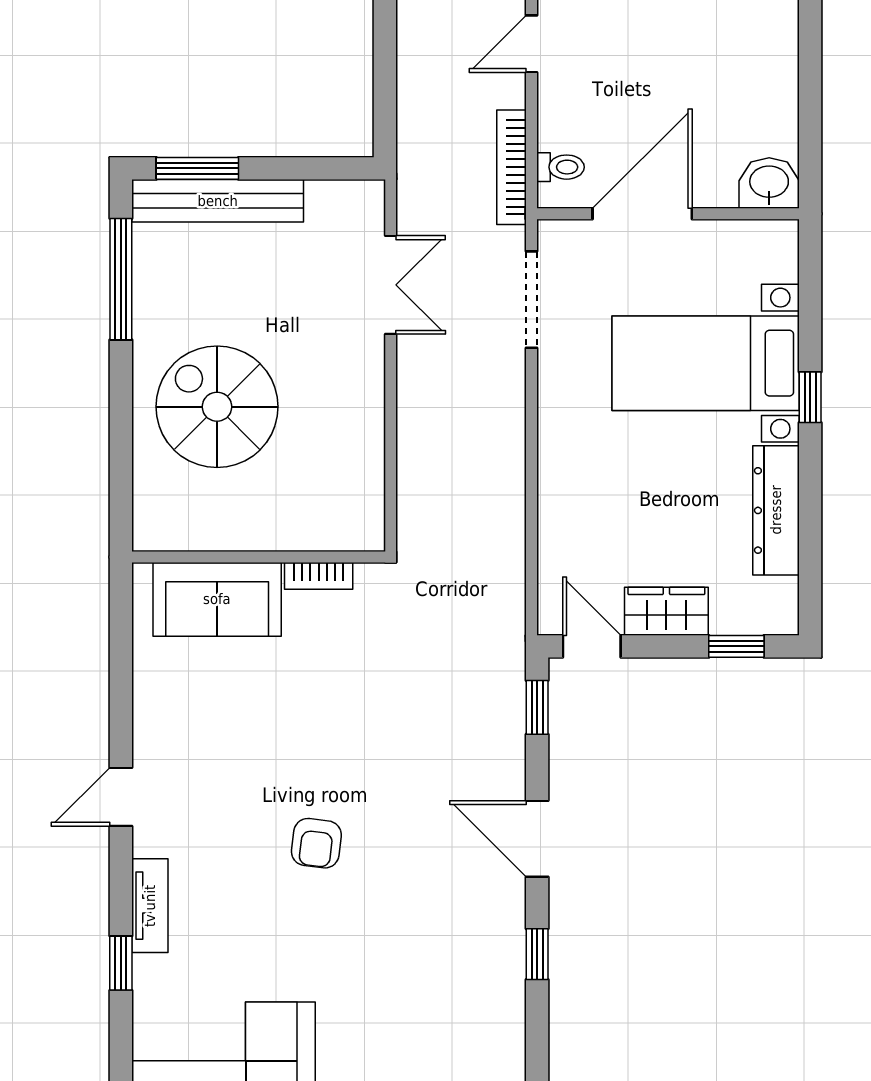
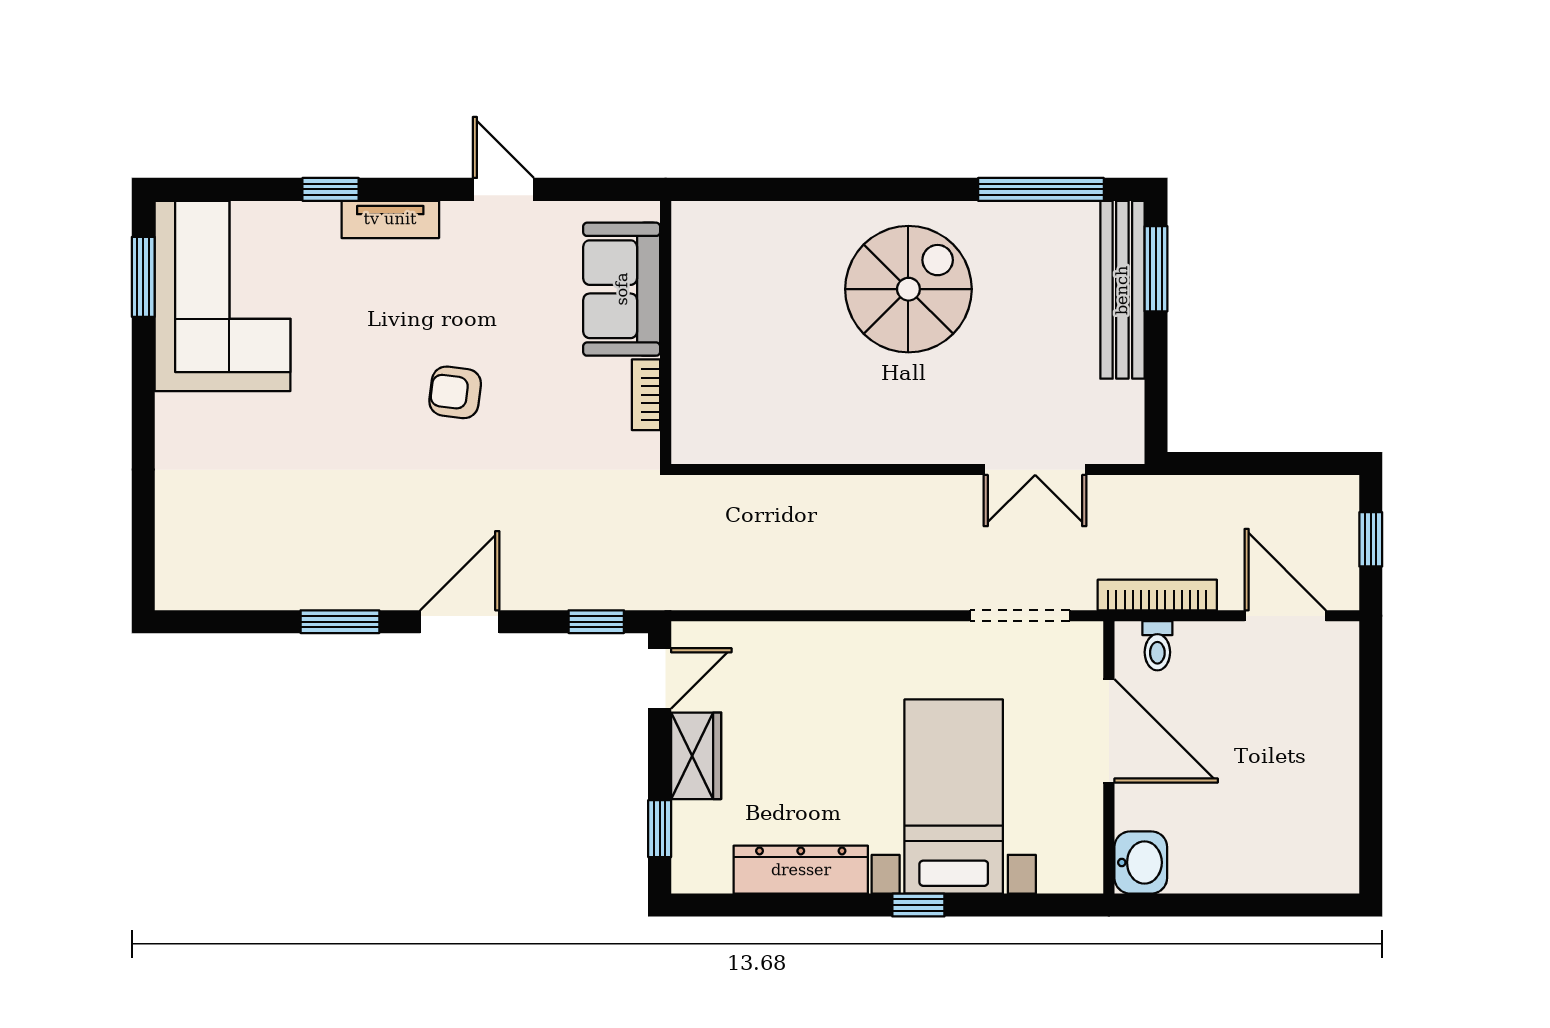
door: (531, 44) -> (1285, 616), width x1.38
wall: (259, 557) -> (666, 332), moved
bookcase: (319, 576) -> (646, 395), moved
sofa: (217, 599) -> (622, 289), moved
window: (537, 954) -> (340, 622), width x1.50

